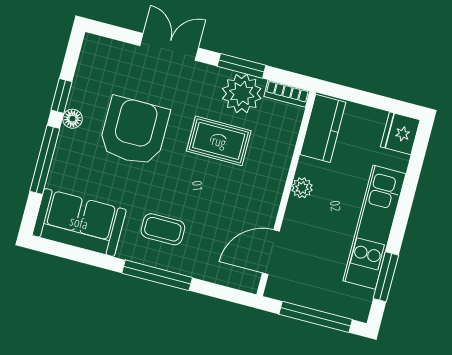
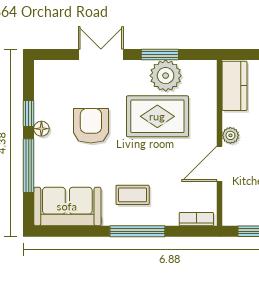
bookcase: (287, 94) -> (196, 219), moved, turned 180
armchair: (134, 131) -> (91, 126), width x0.73, depth x0.73
rug: (219, 141) -> (157, 116), width x1.36, depth x1.43
door: (271, 252) -> (220, 164), moved

